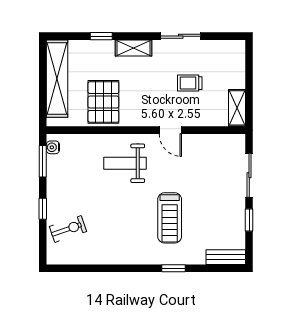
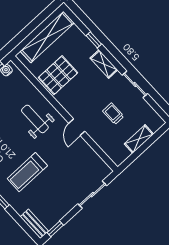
shelving: (237, 108) -> (139, 139), moved
window: (249, 220) -> (55, 229), moved

